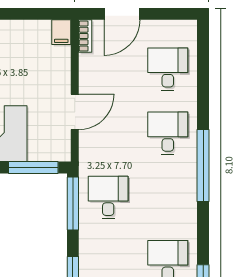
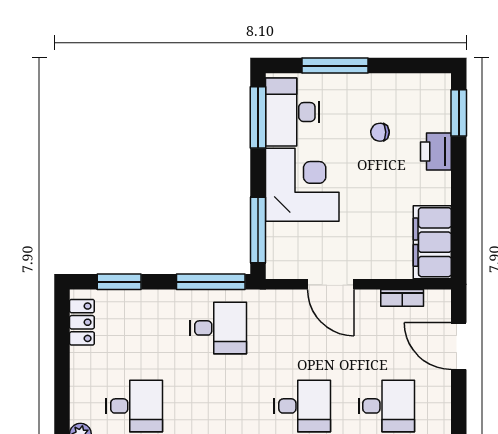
filing cabinet: (61, 32) -> (432, 242), width x3.00, depth x1.17
bookcase: (85, 36) -> (402, 298), moved

